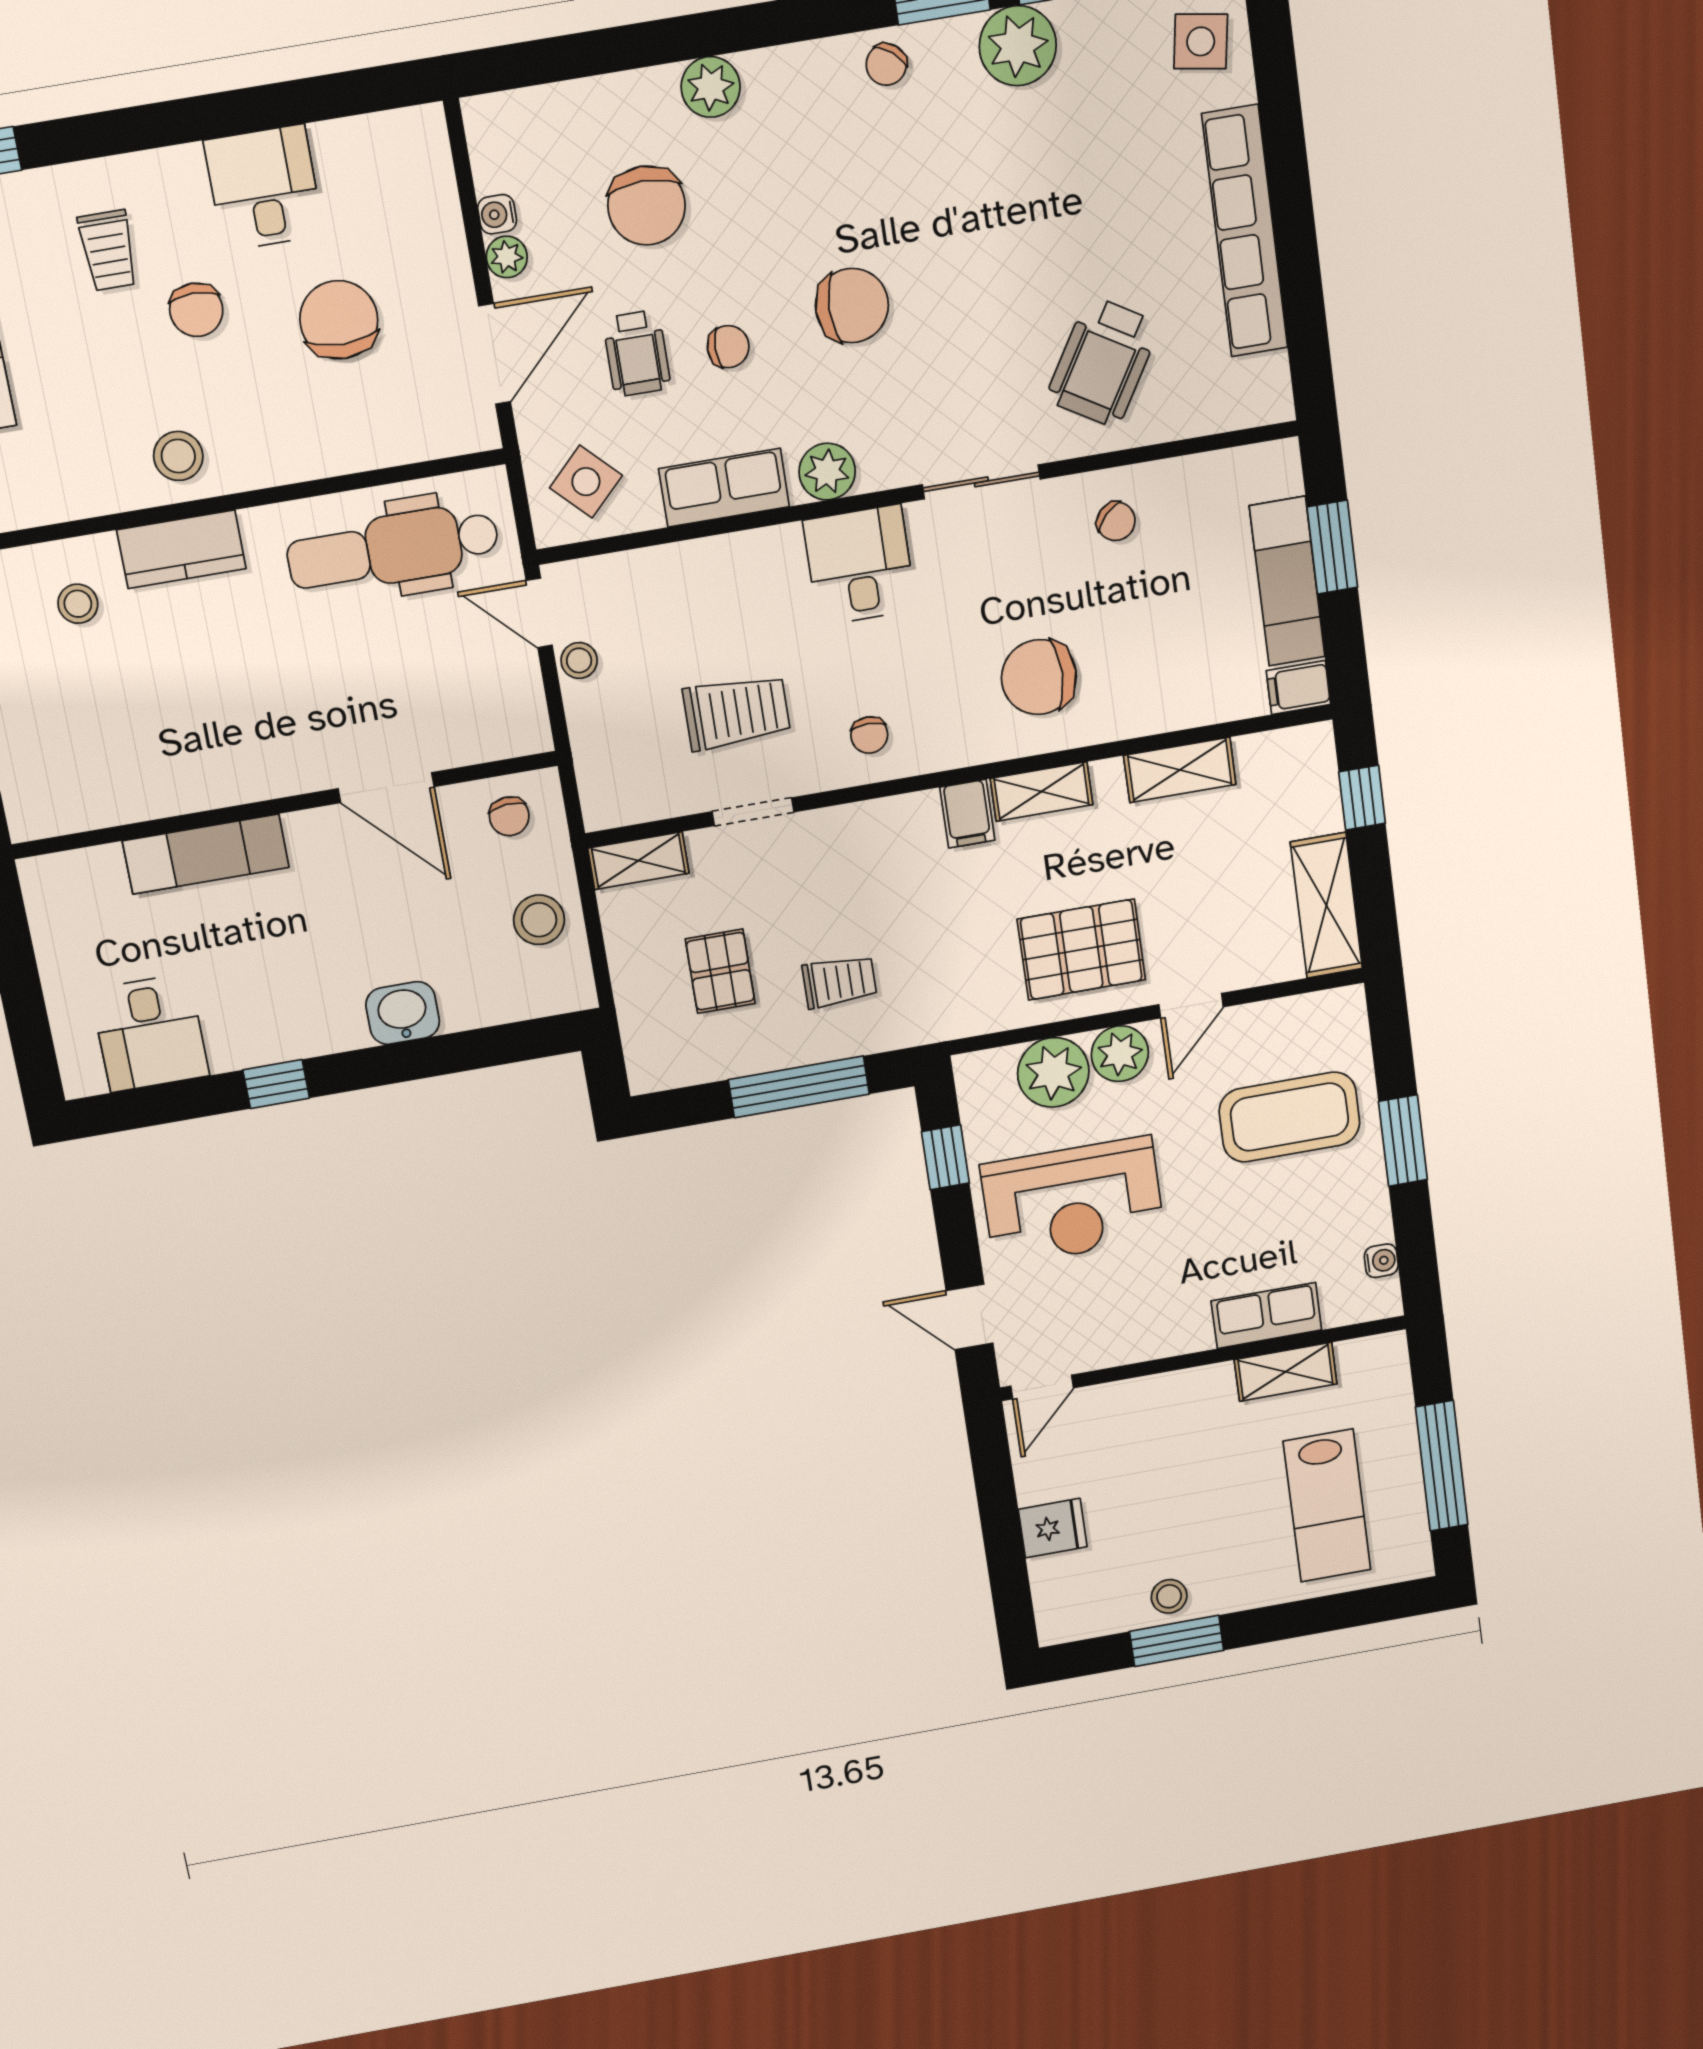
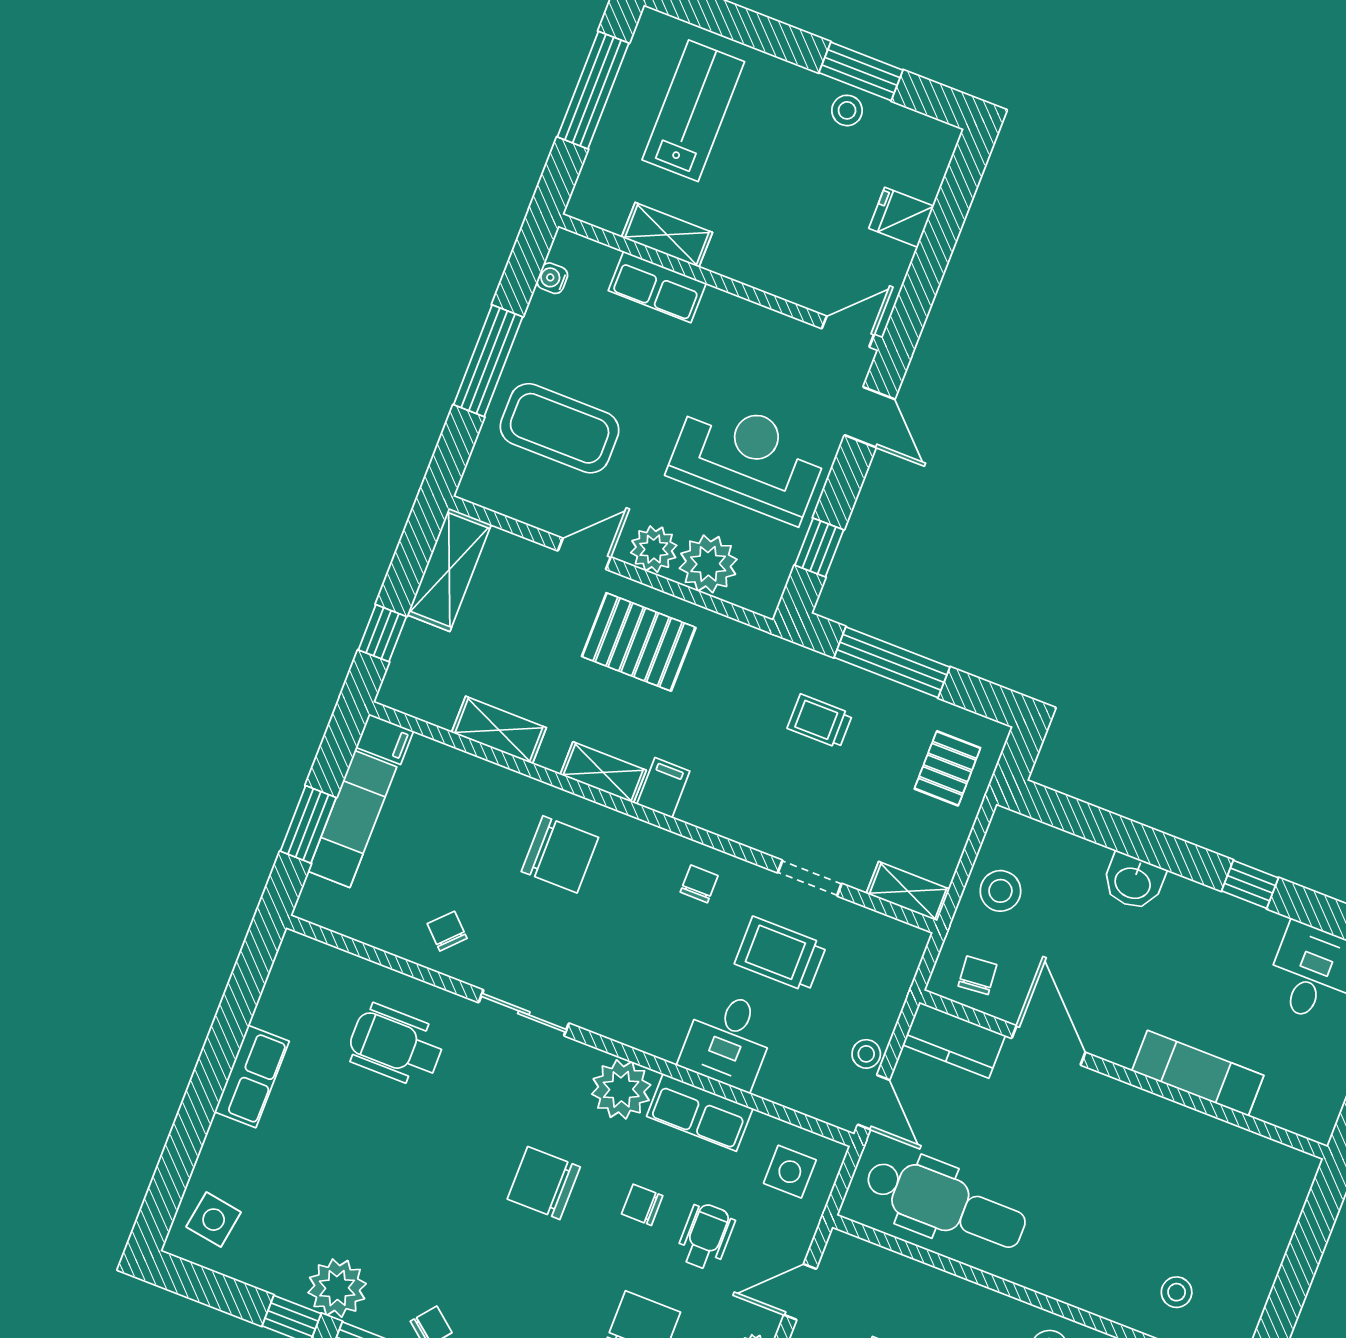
row of seats: (1245, 231) -> (252, 1076), width x0.50
door: (495, 354) -> (800, 1292), width x0.73
wheelchair: (1103, 362) -> (396, 1045), turned -121
plant: (827, 472) -> (621, 1089), width x1.36, depth x1.36
side table: (586, 482) -> (790, 1172), turned 45
kitchen counter: (181, 549) -> (954, 1040), moved, turned 180
desk: (860, 565) -> (728, 1040), moved
pallet: (720, 971) -> (947, 768), moved
window: (1403, 1141) -> (488, 361), width x1.44

